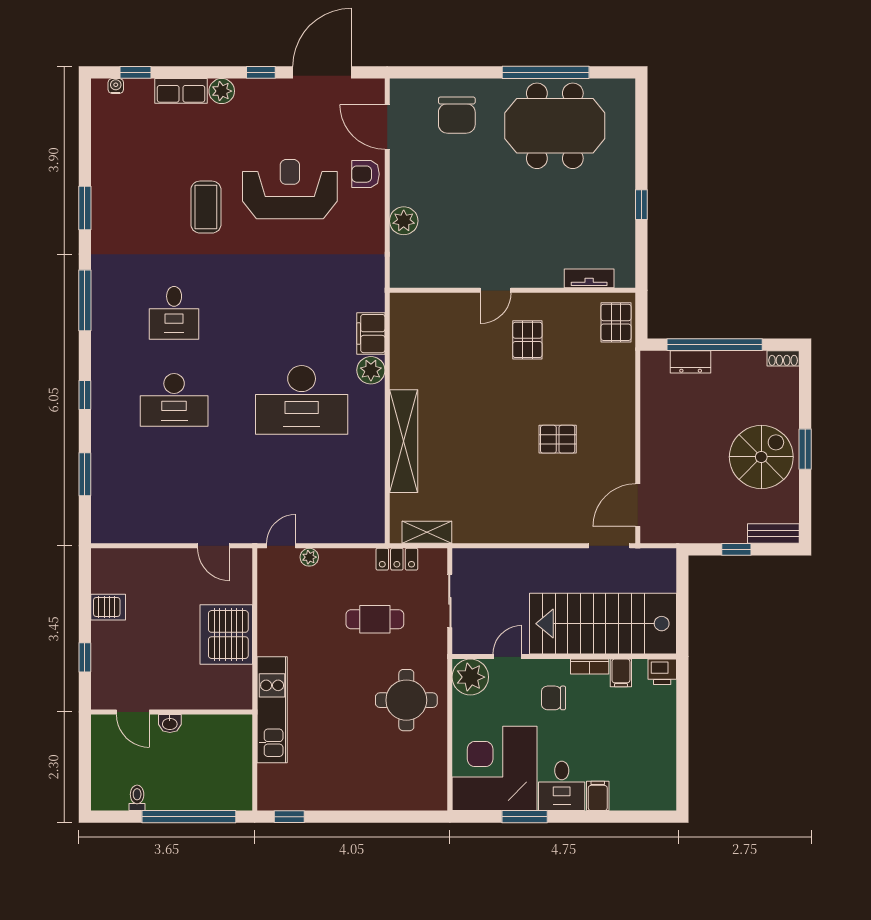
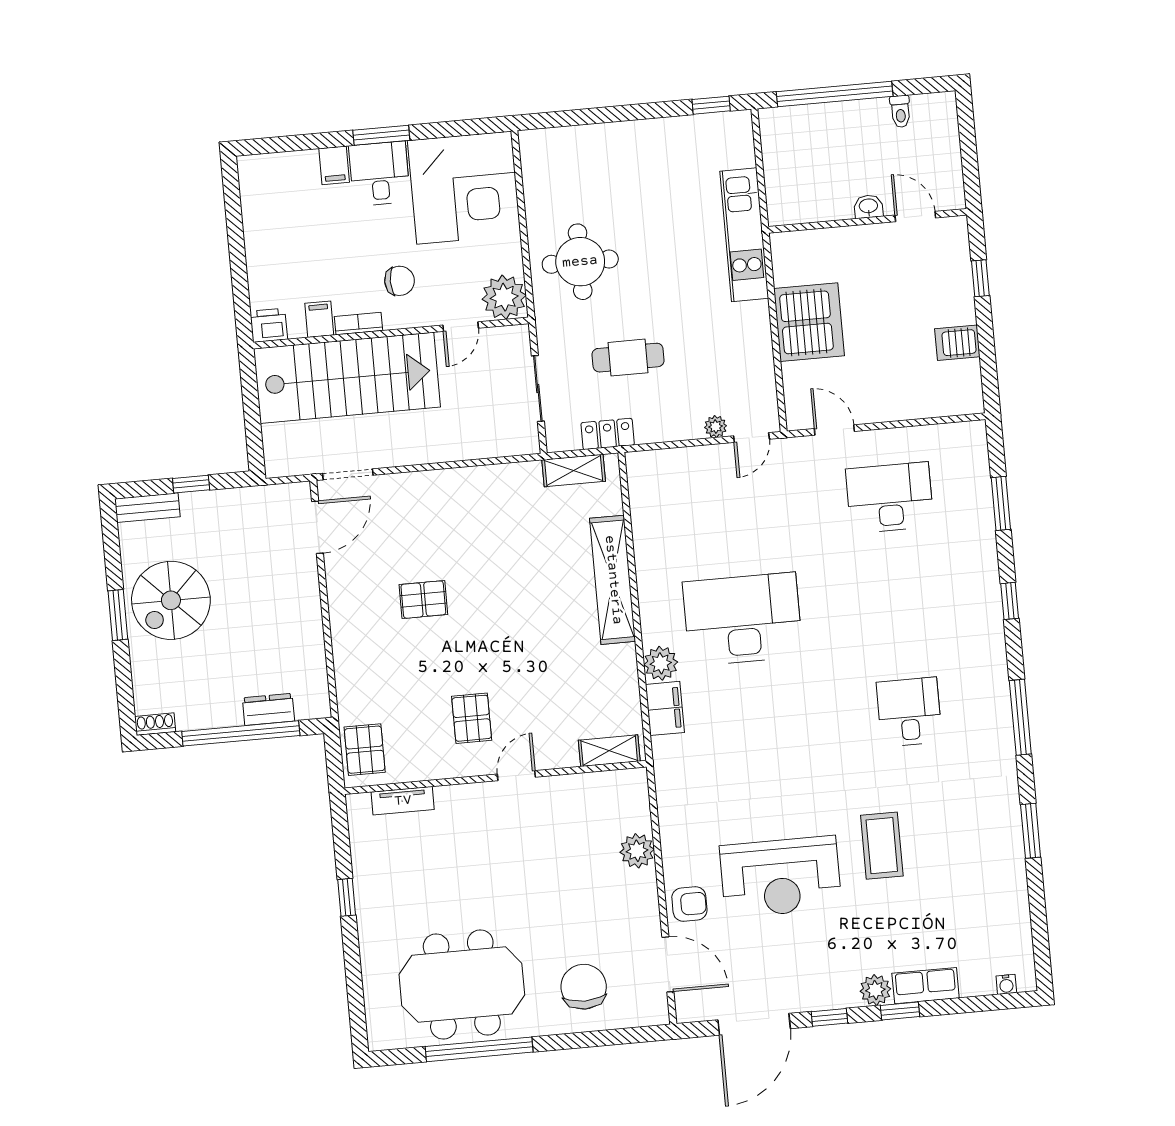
window: (136, 72) -> (900, 1011), moved
shelving: (419, 304) -> (609, 751), added
desk: (174, 400) -> (890, 498), moved
window: (525, 817) -> (381, 135), moved

